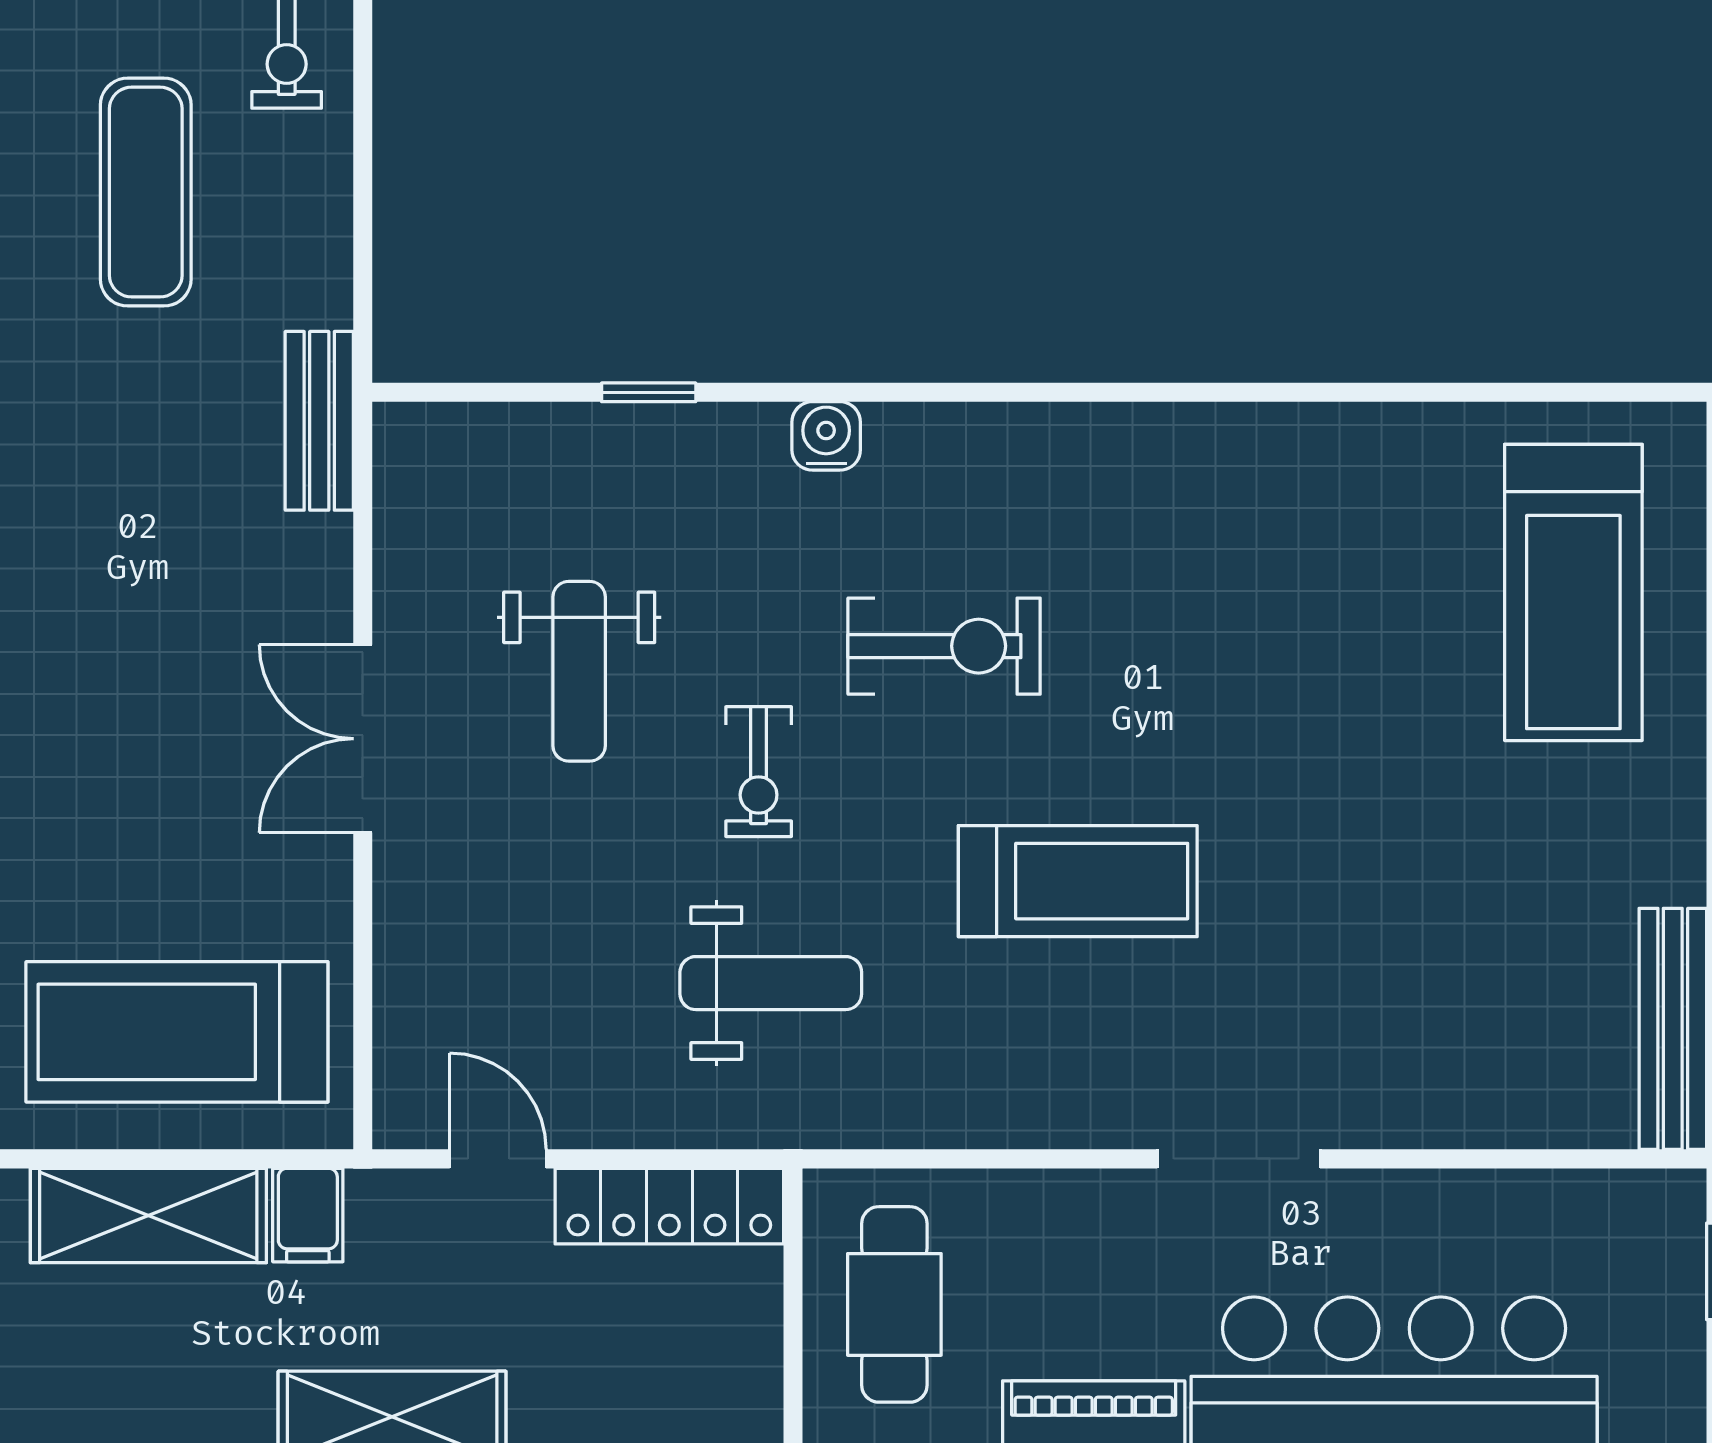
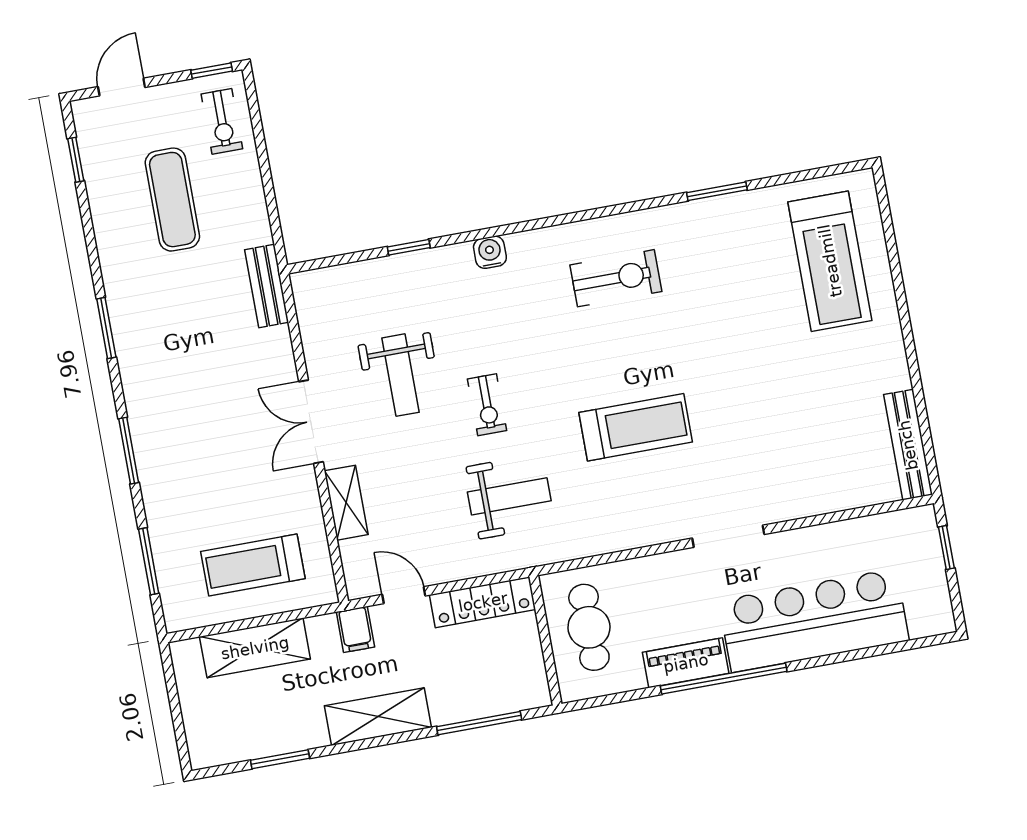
window: (1352, 392) -> (717, 191), added
exercise bike: (944, 646) -> (616, 278), moved
shelving: (408, 932) -> (346, 503), added
treadmill: (177, 1032) -> (253, 565), width x0.73, depth x0.73
filing cabinet: (308, 1215) -> (355, 629), moved

